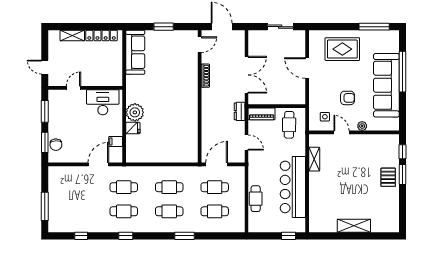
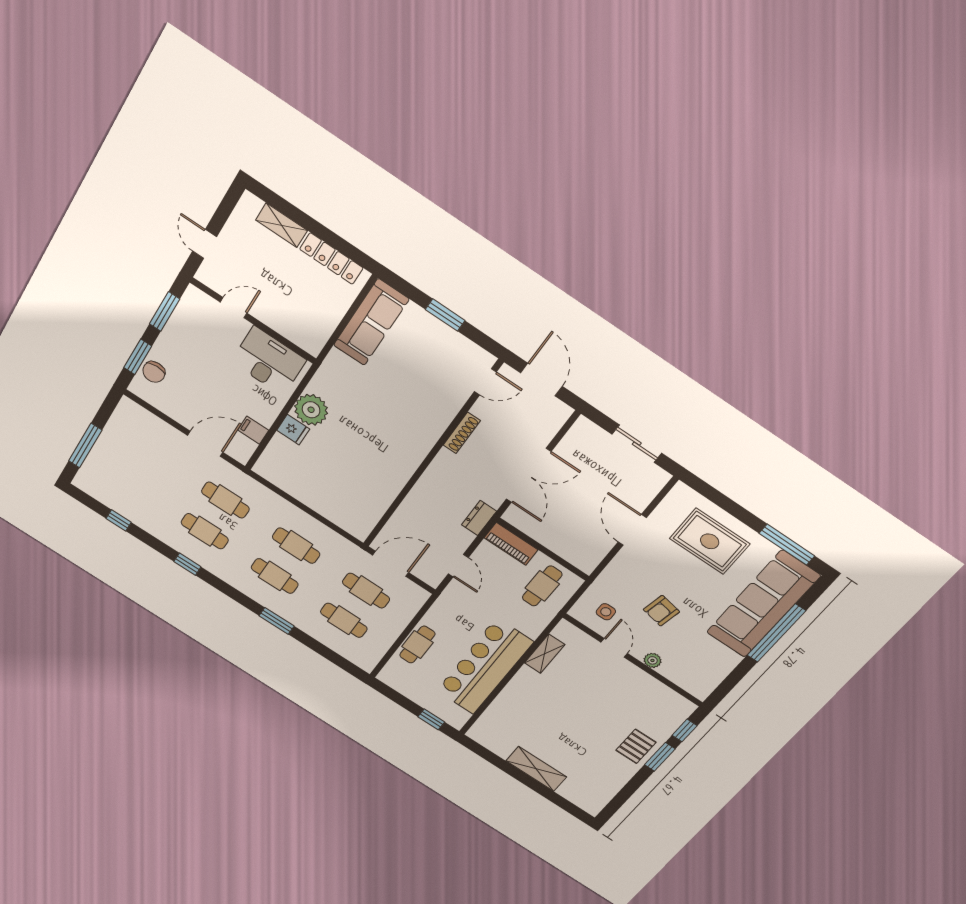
sofa: (386, 85) -> (763, 604), moved
armchair: (348, 98) -> (661, 611), turned 101

